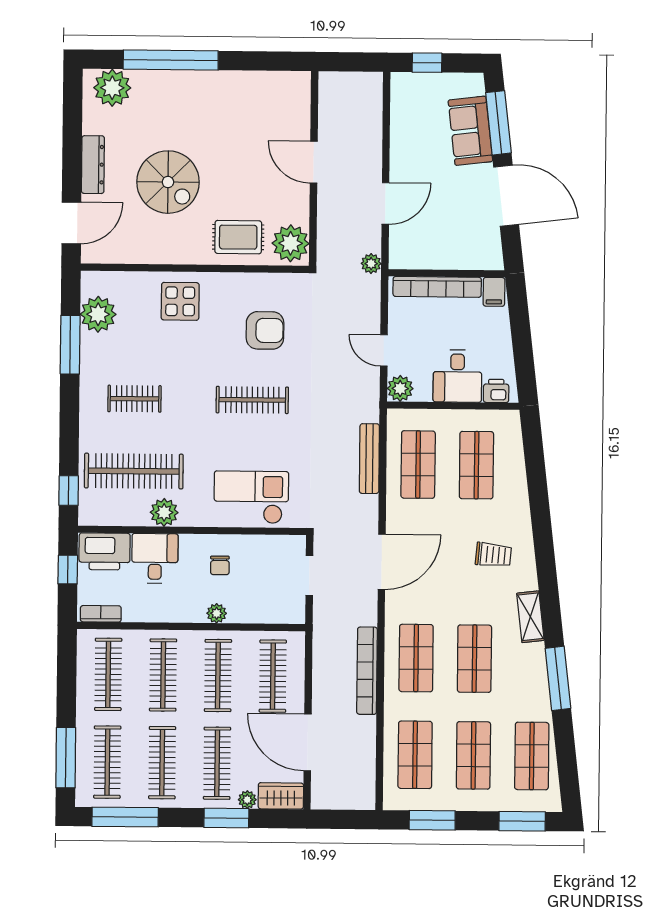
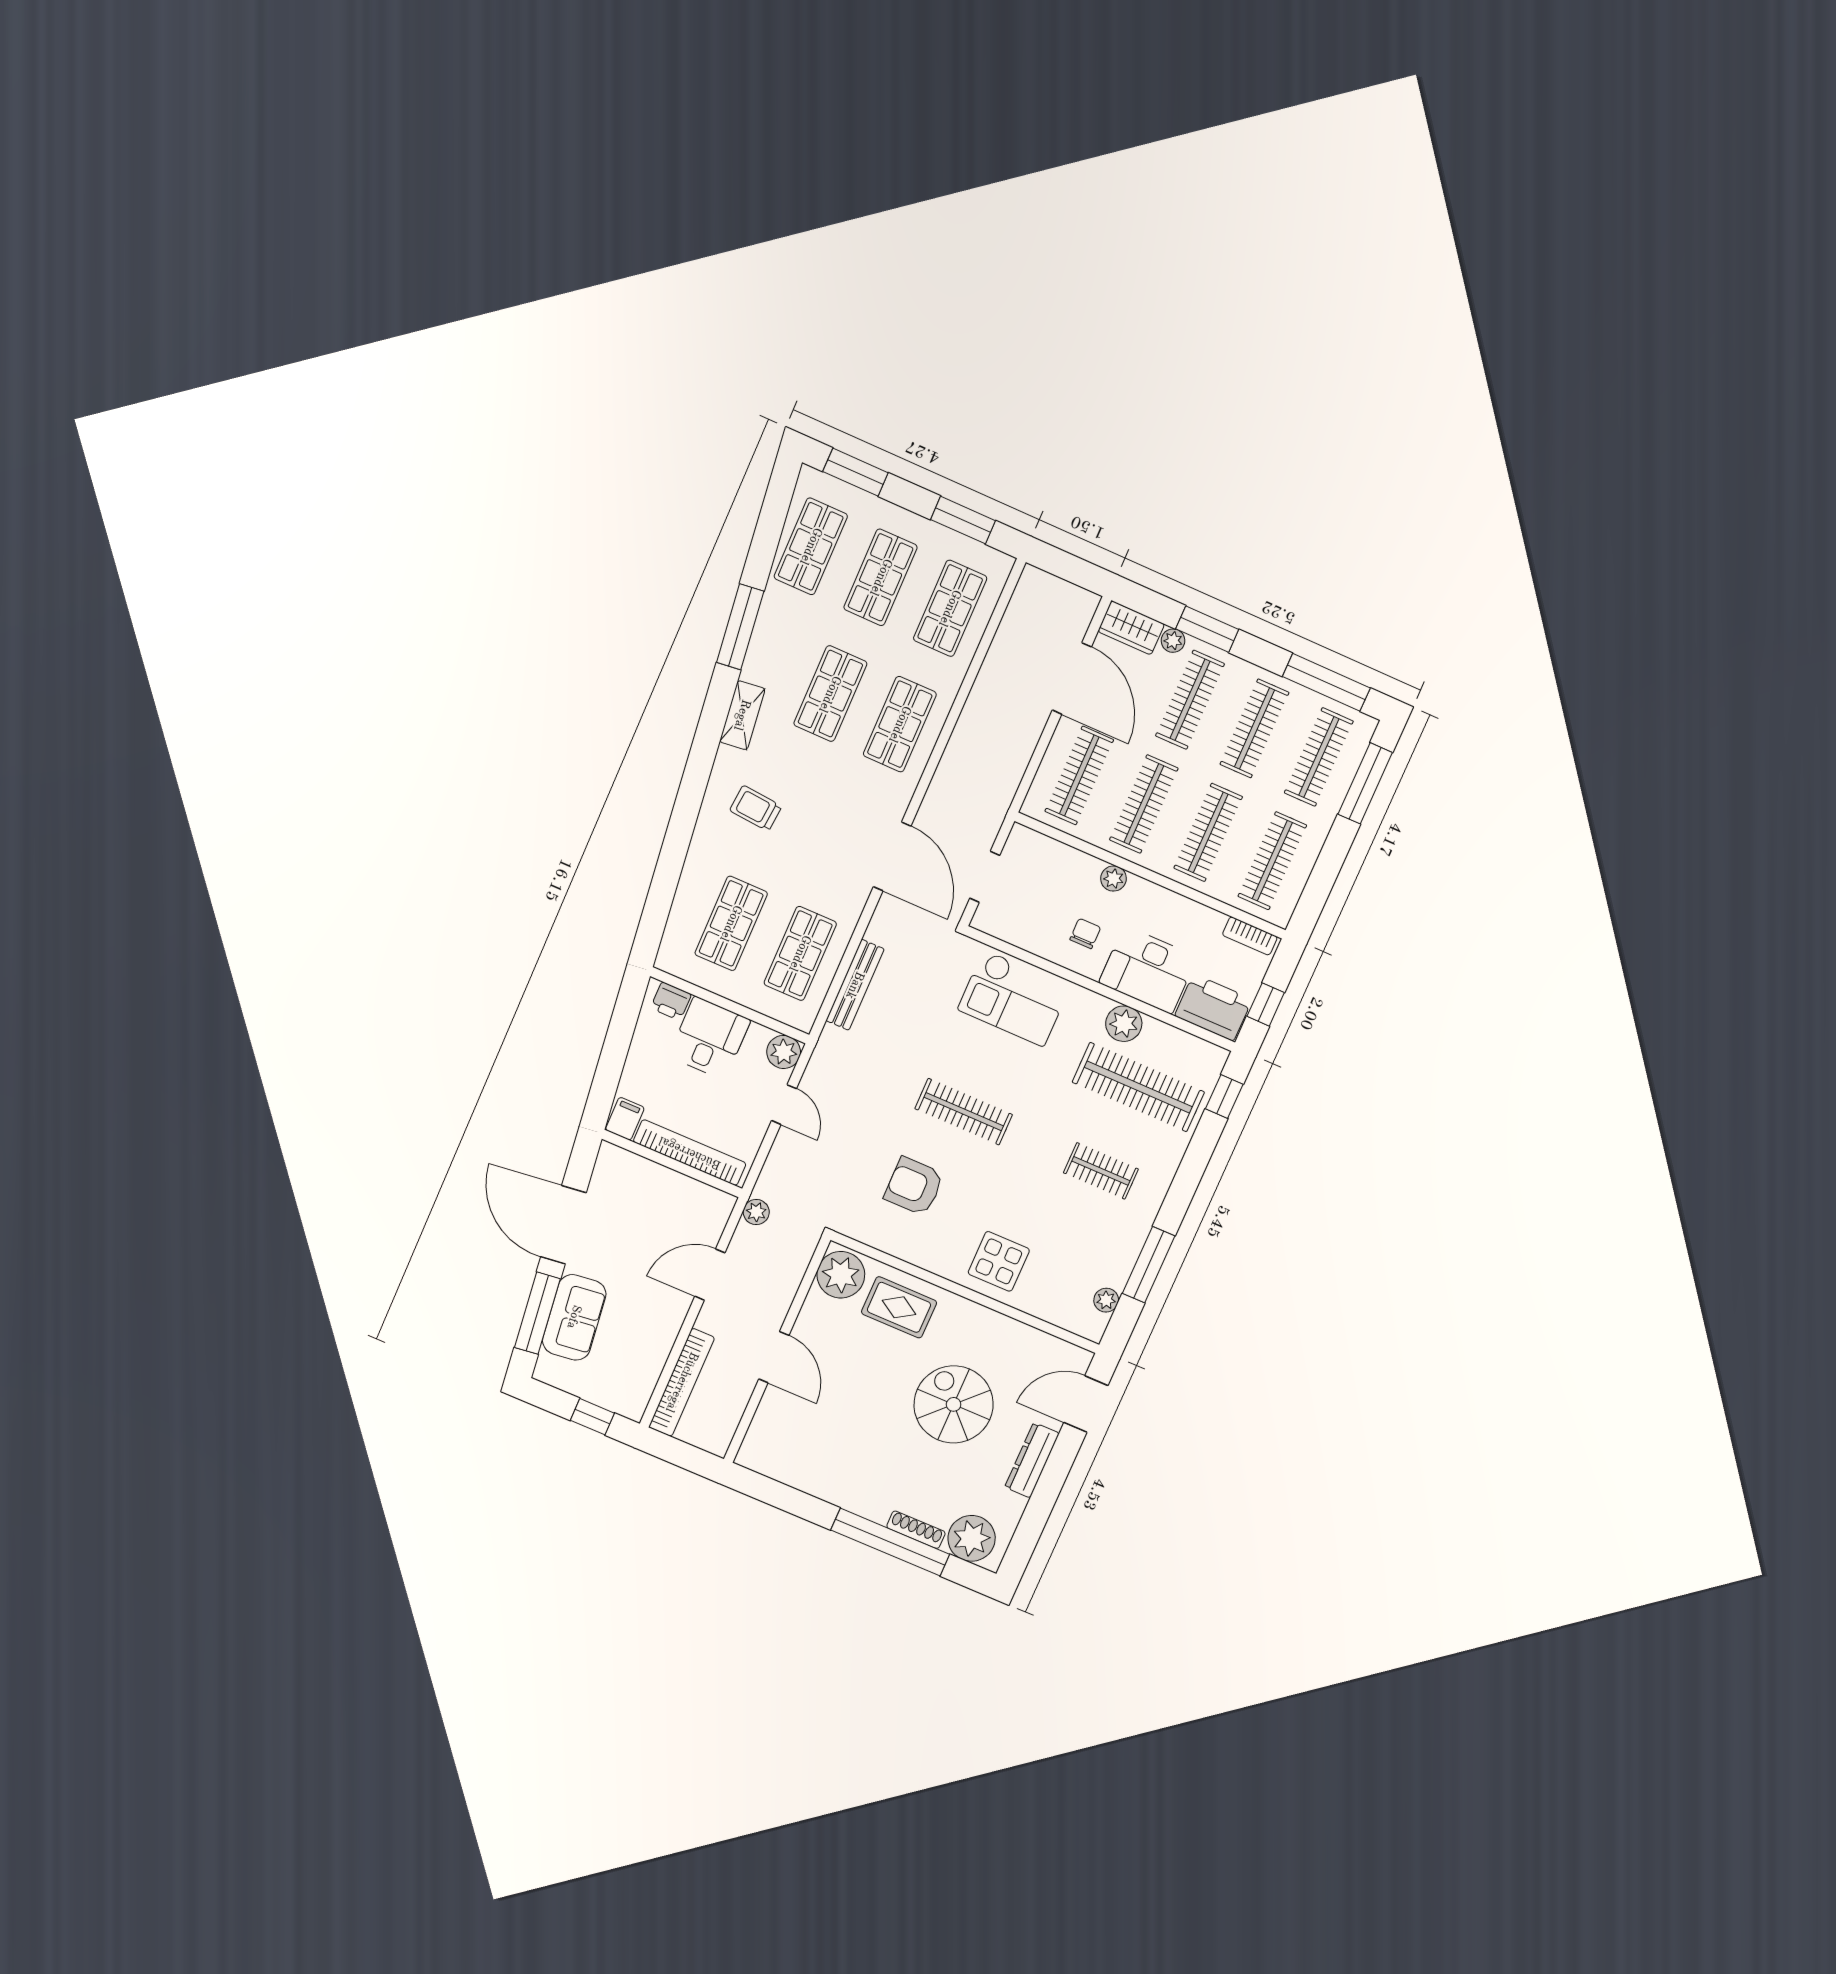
shoe rack: (156, 77) -> (916, 1530), added
plant: (98, 314) -> (1106, 1300), width x0.53, depth x0.53
desk: (155, 558) -> (1148, 970), width x1.37
door: (382, 562) -> (892, 856), swing flipped
bookcase: (367, 671) -> (682, 1382), moved

